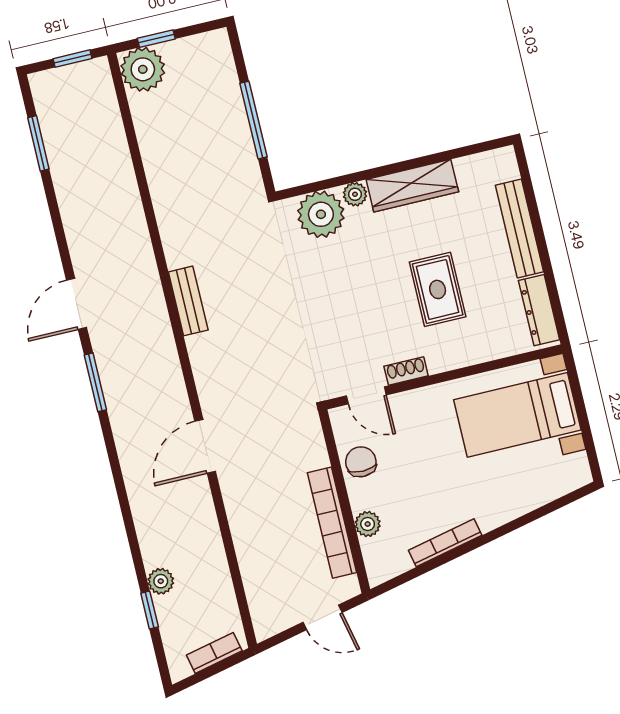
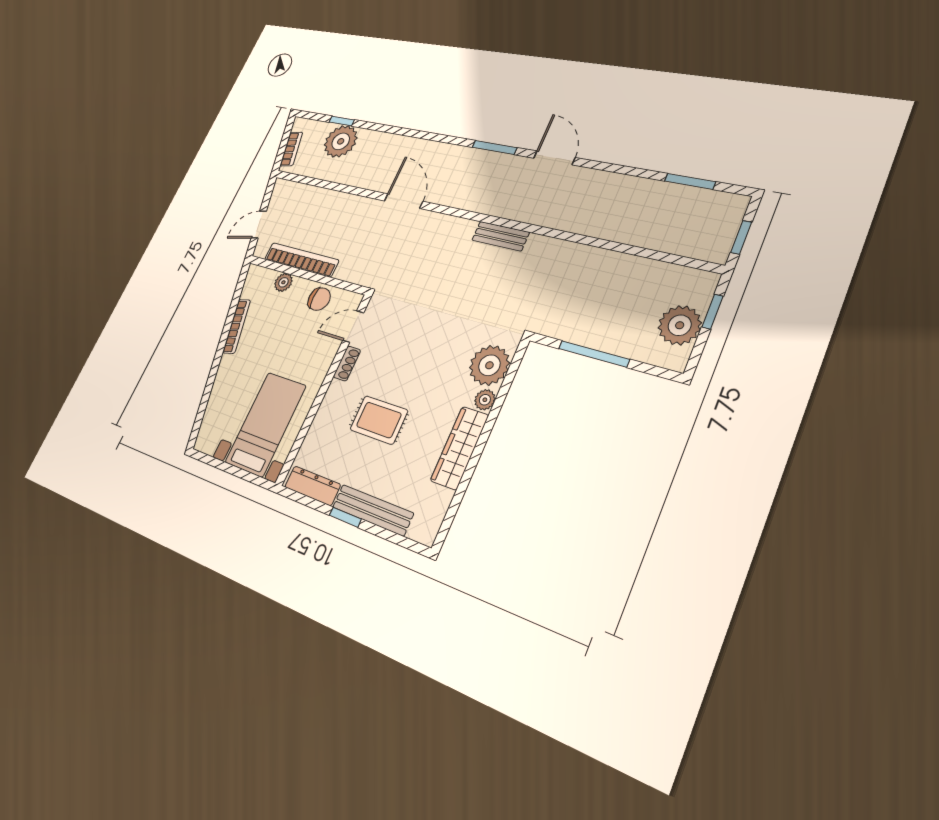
plant: (143, 69) -> (680, 325), moved
window: (543, 251) -> (345, 517), added
plant: (161, 581) -> (341, 141), width x1.88, depth x1.88

